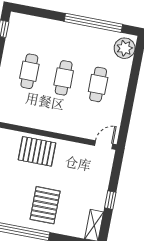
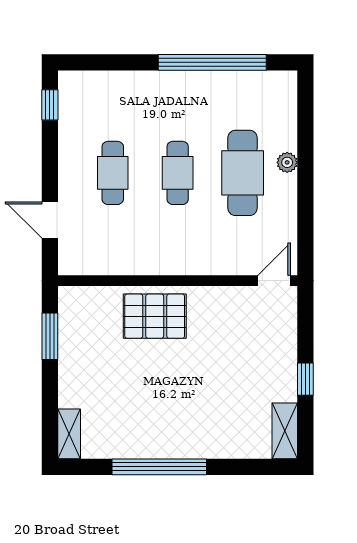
plant: (125, 48) -> (287, 162), moved, width x0.53, depth x0.53
cafe table: (98, 84) -> (243, 173), width x1.37, depth x1.35
pallet: (45, 205) -> (188, 411), removed

